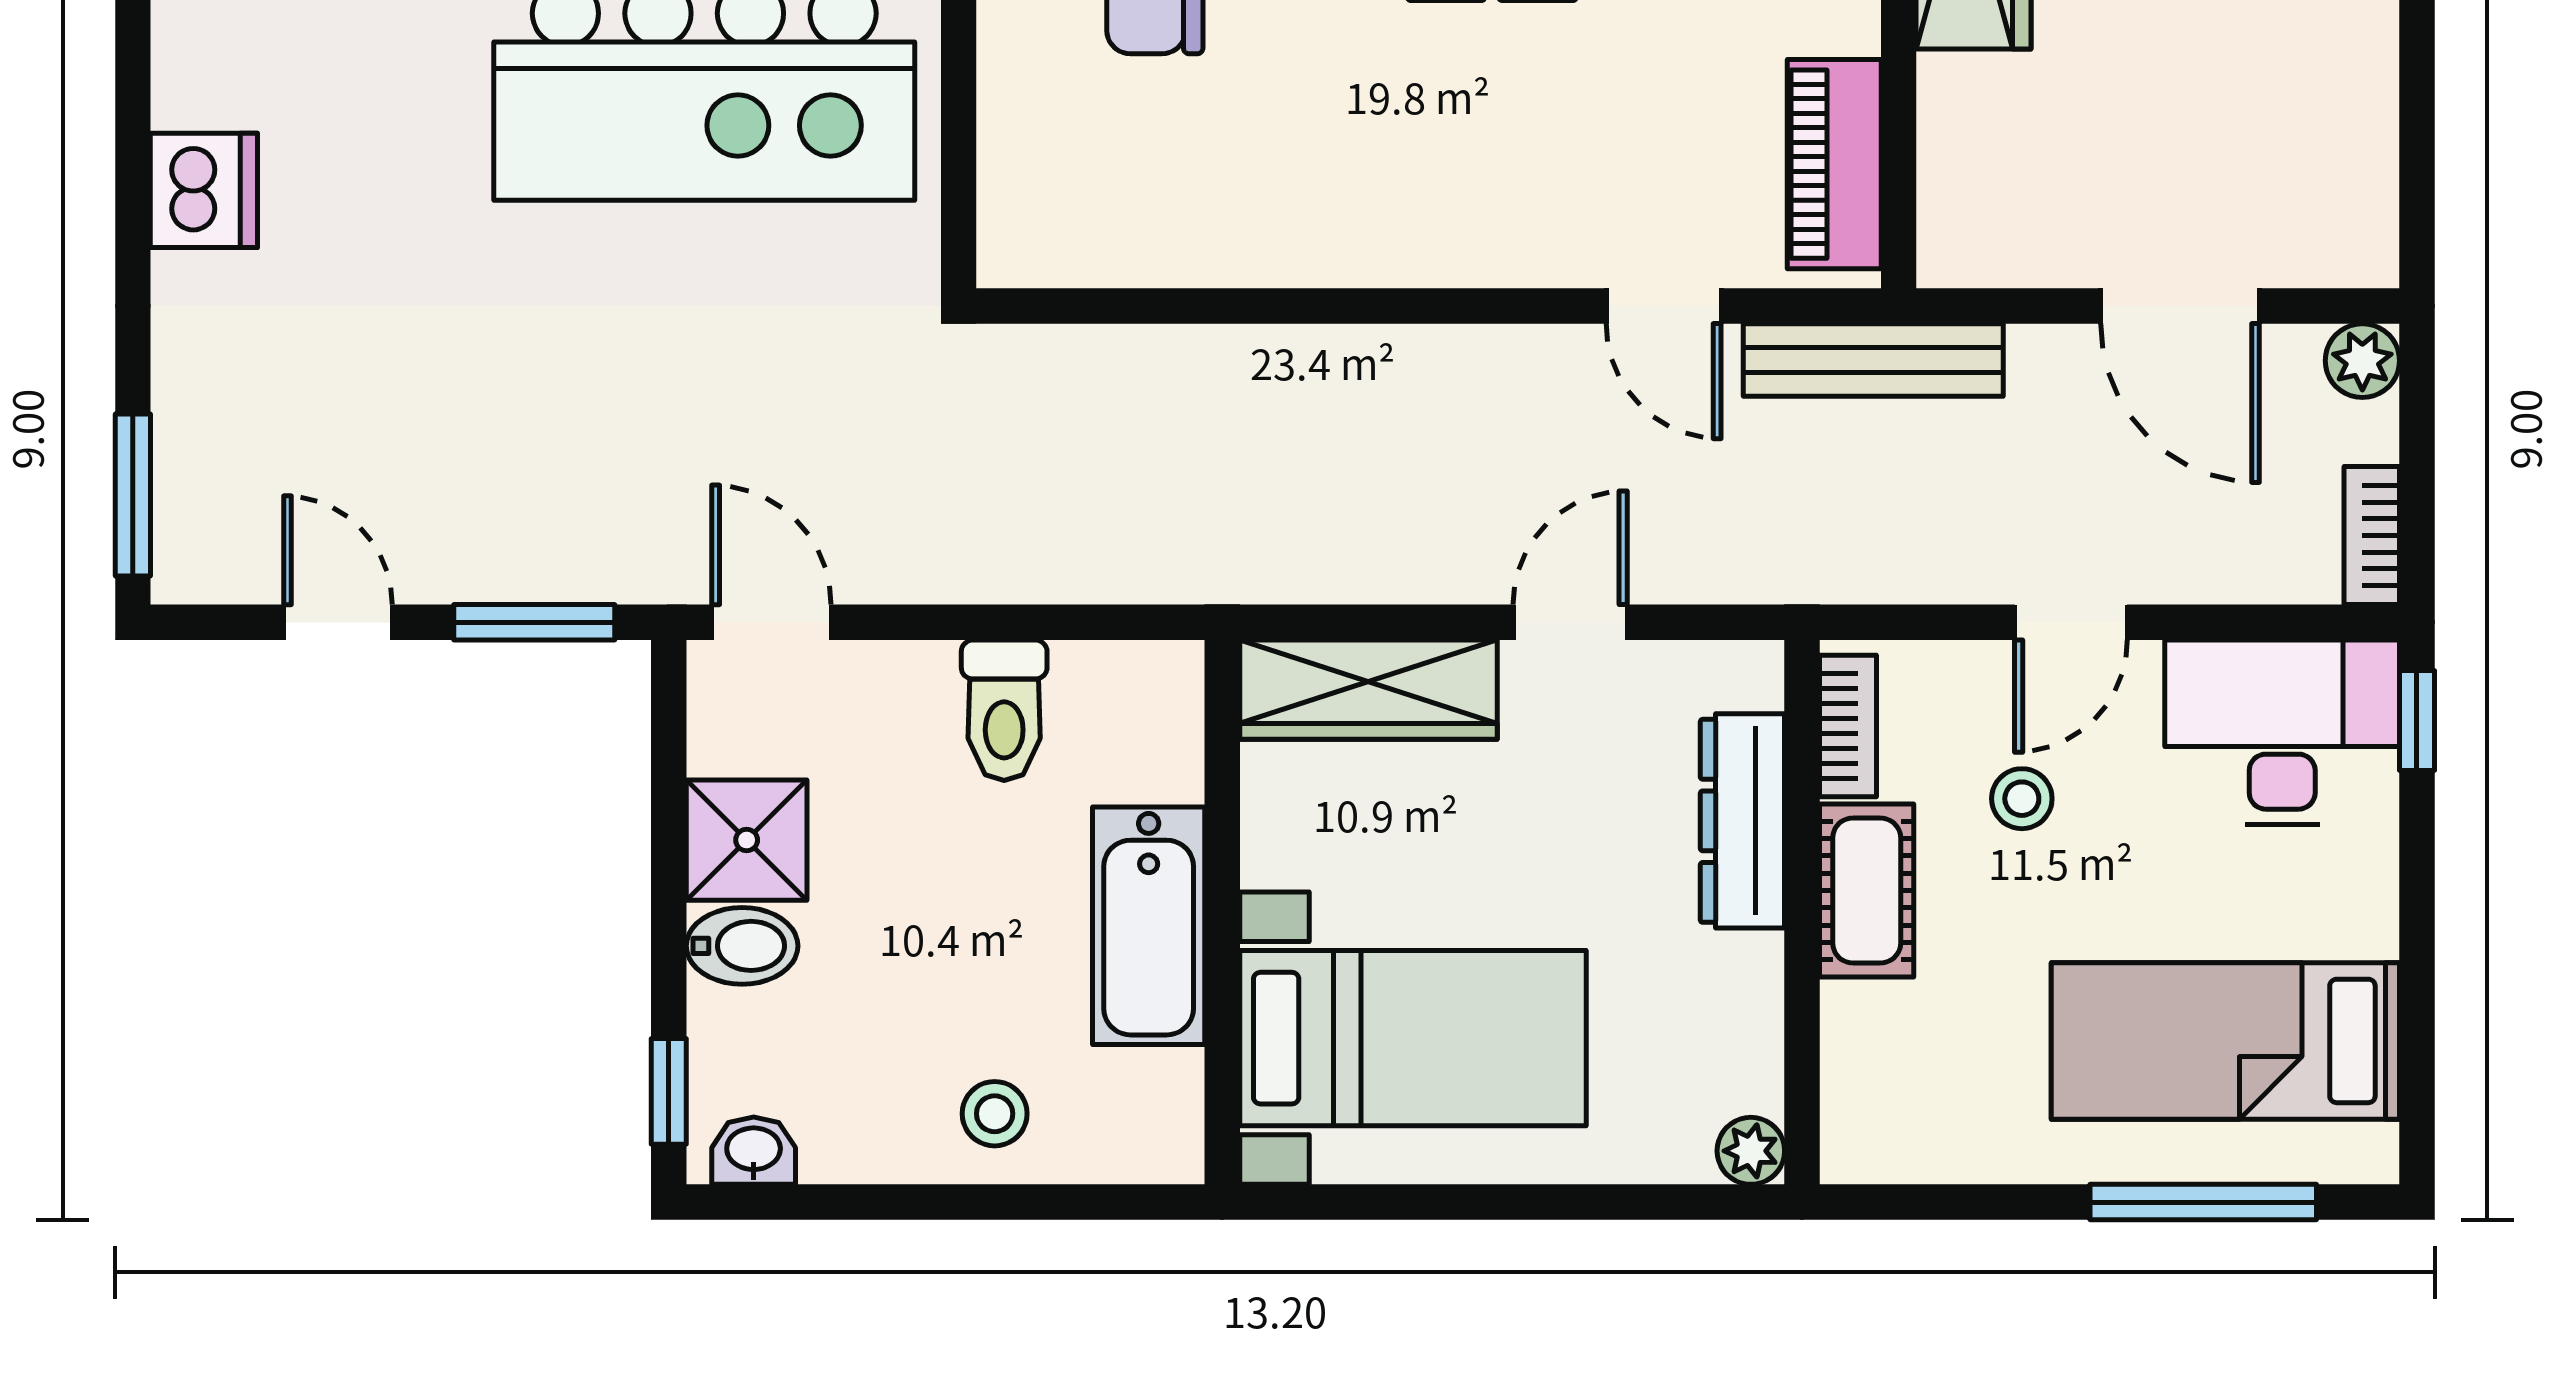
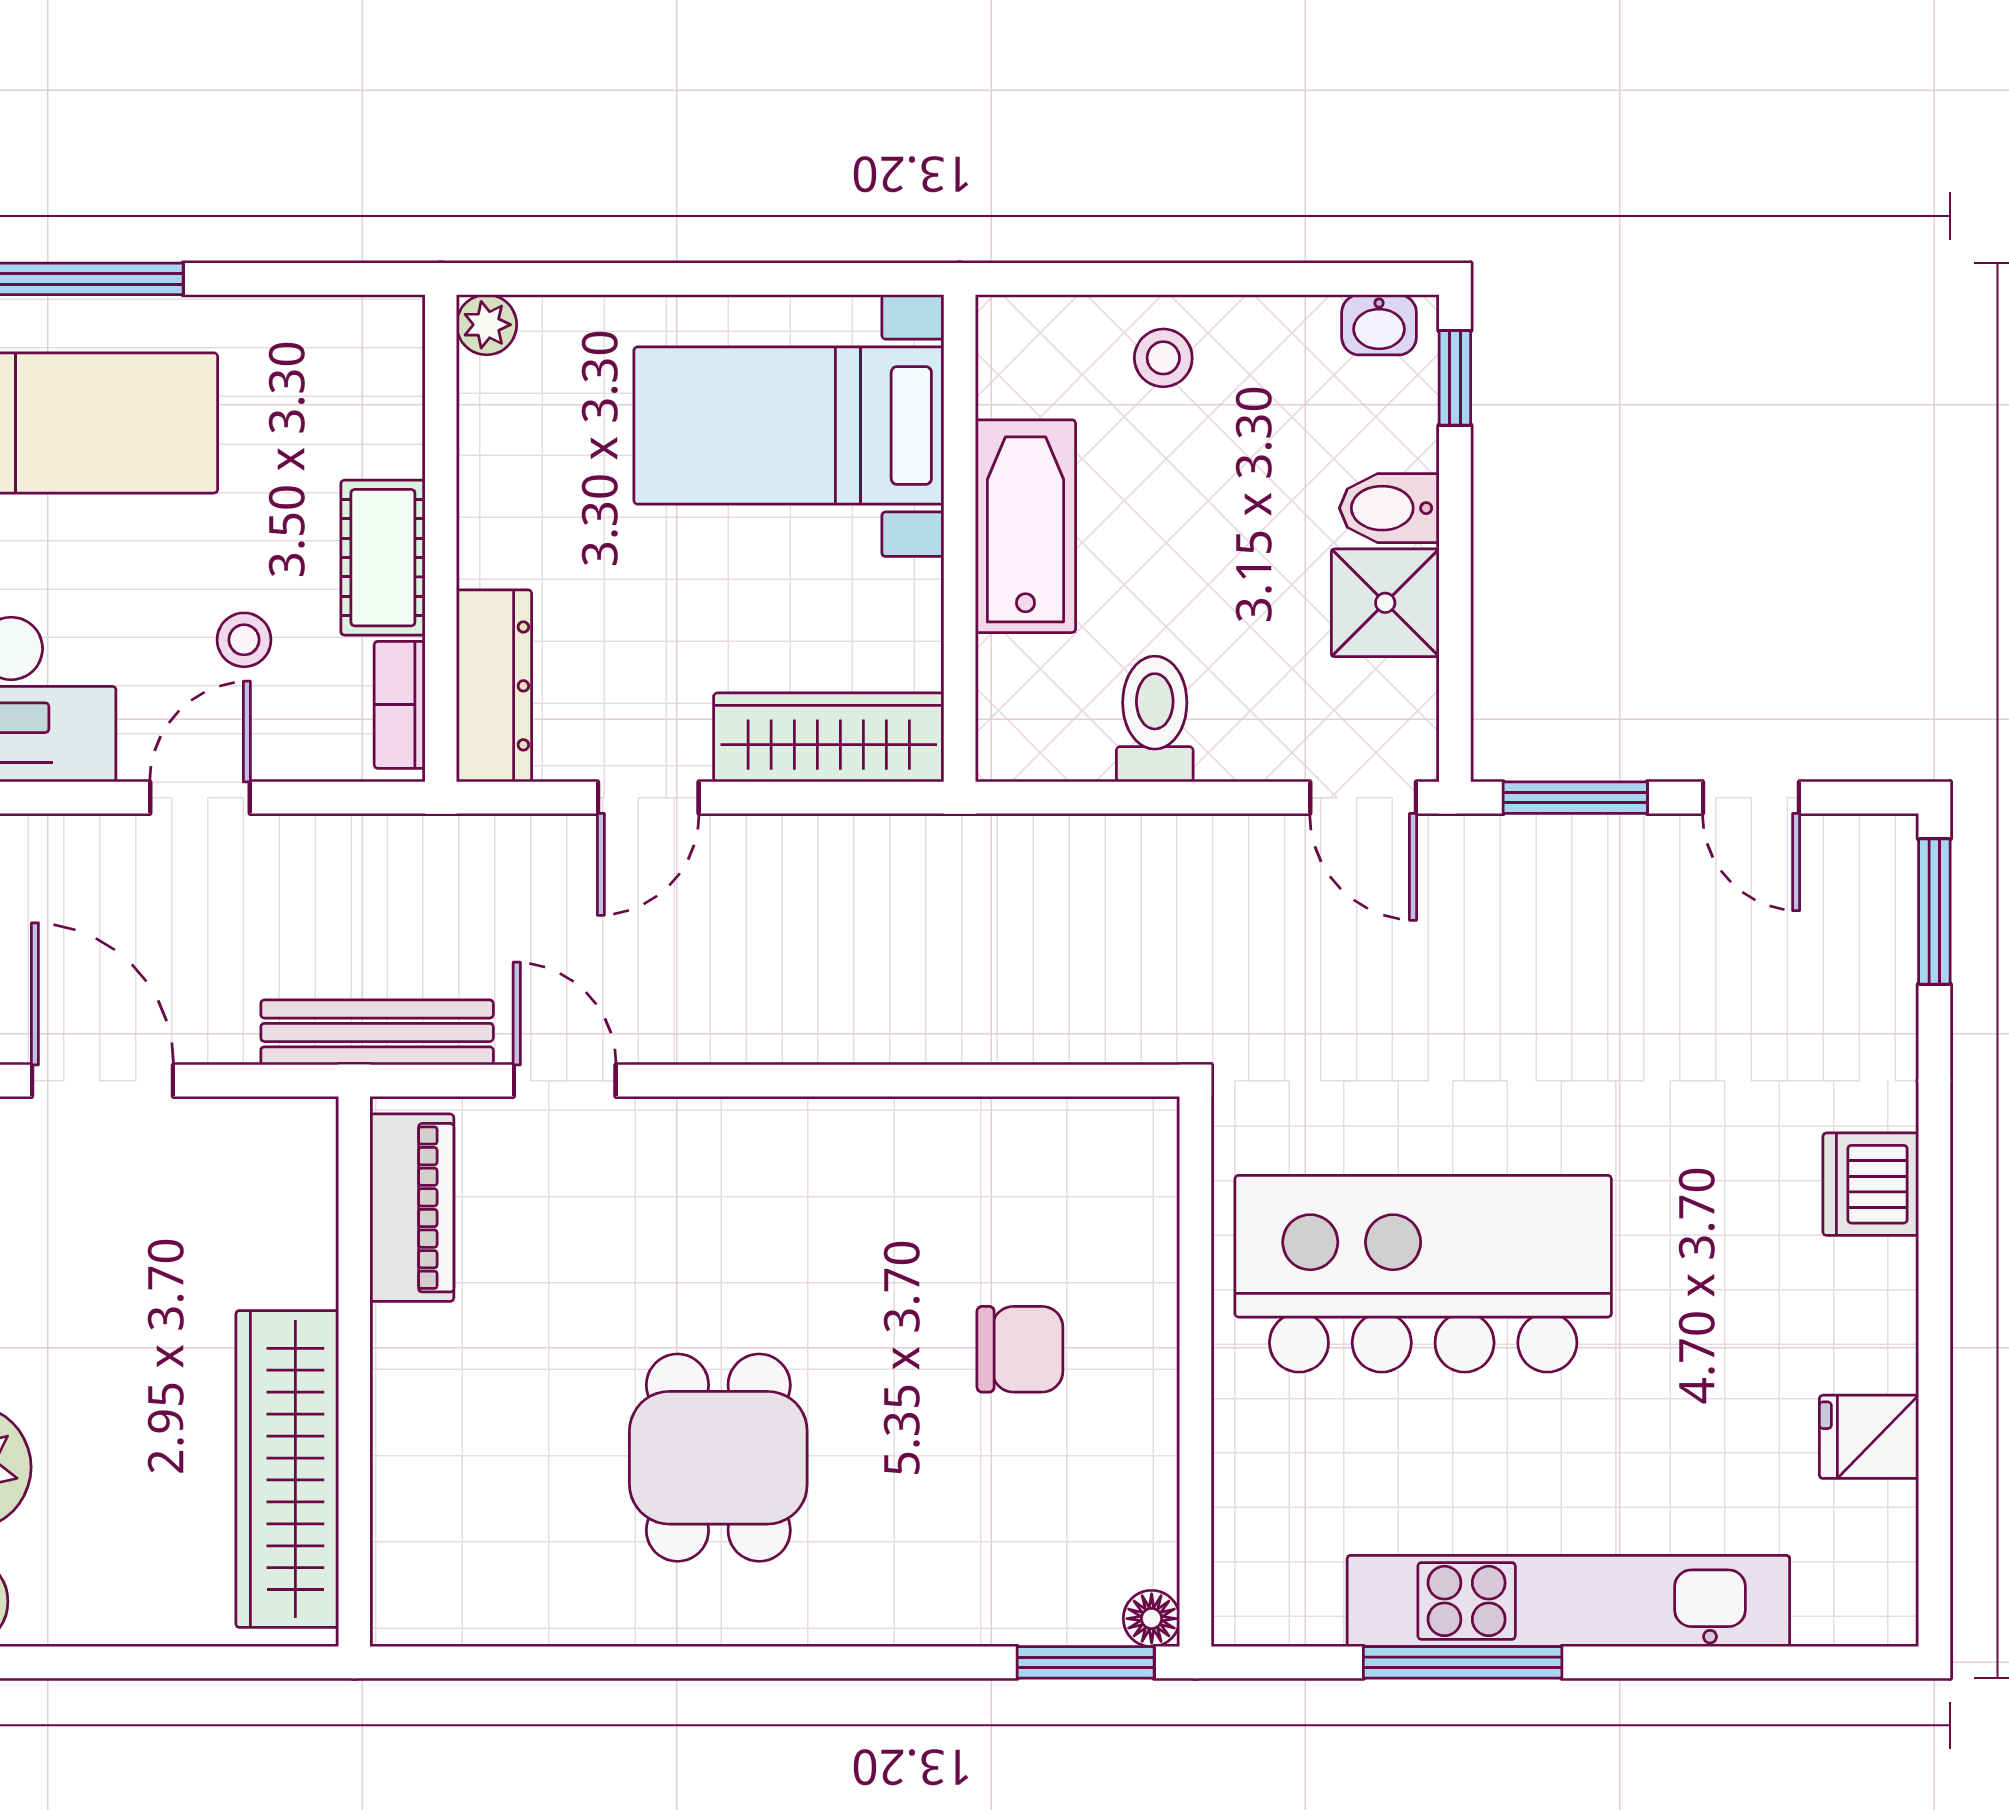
dresser: (1742, 821) -> (494, 686), moved

